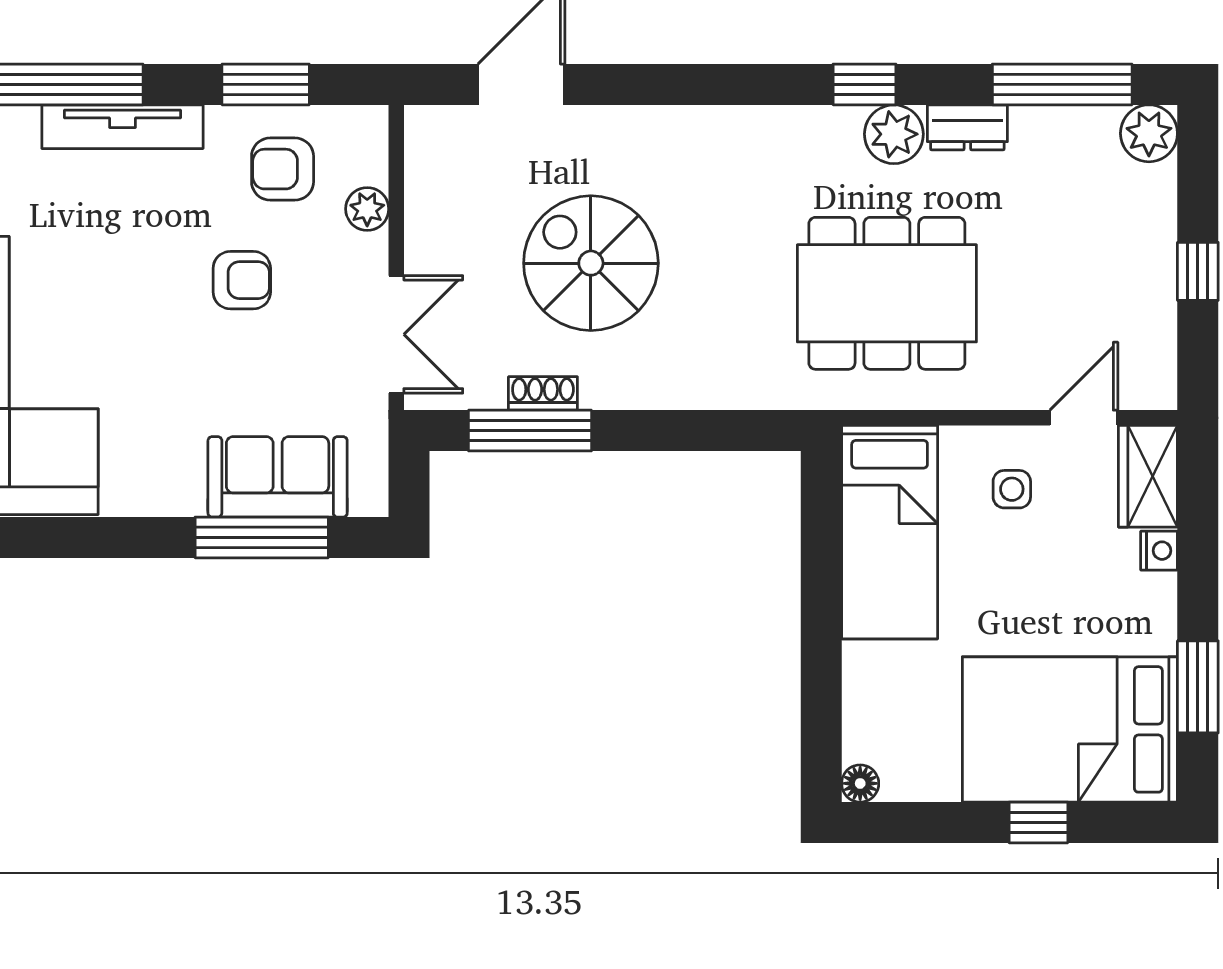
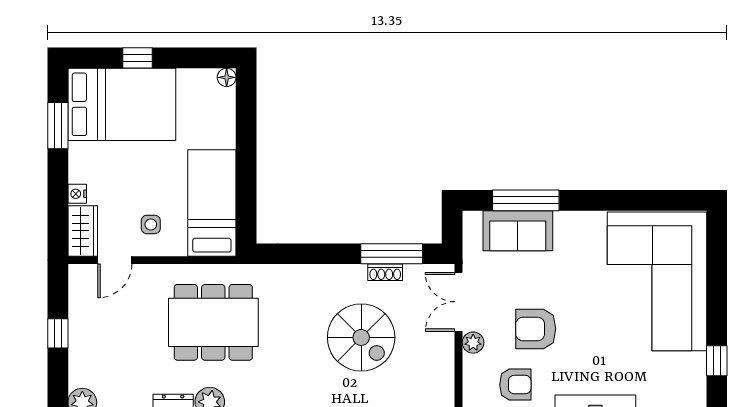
plant: (367, 209) -> (473, 343), moved
armchair: (242, 280) -> (536, 329), width x1.38, depth x1.38

